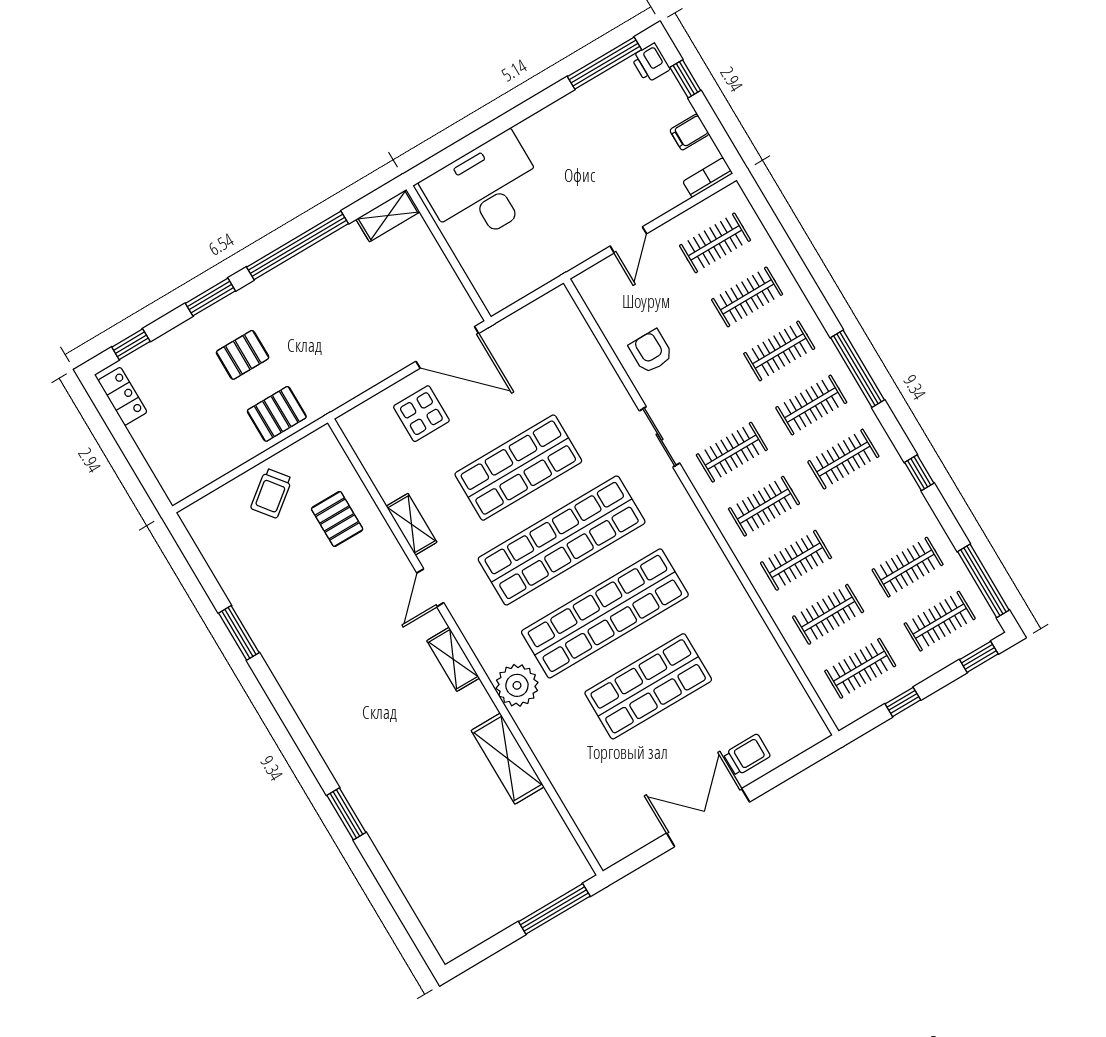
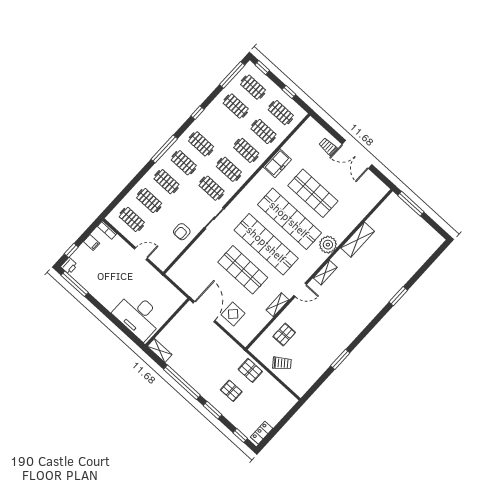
freezer: (744, 624) -> (277, 163), added

